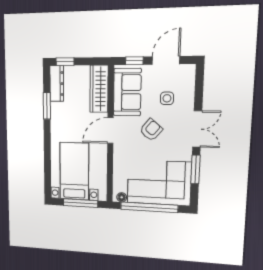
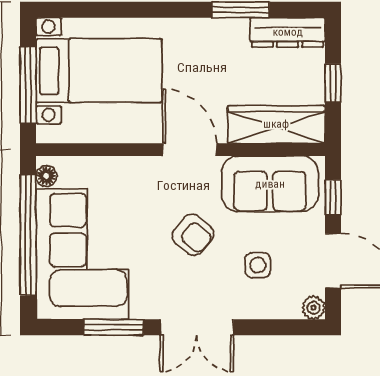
window: (65, 62) -> (333, 83), moved
plant: (190, 70) -> (313, 308), added

